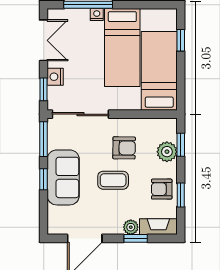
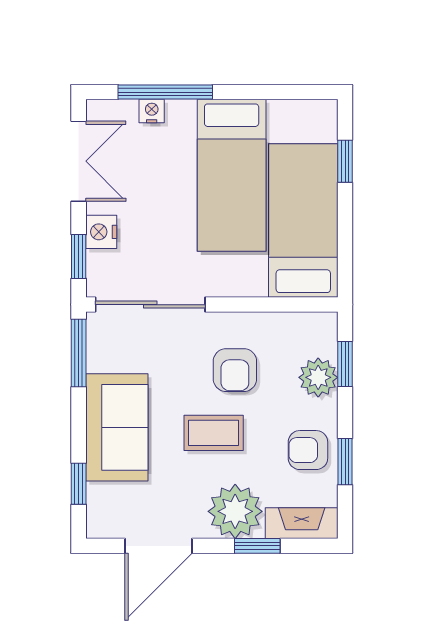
nightstand: (97, 15) -> (152, 111), moved
armchair: (124, 148) -> (235, 370), turned 89
window: (44, 179) -> (79, 484), moved
plant: (131, 227) -> (235, 511), width x1.88, depth x1.88

